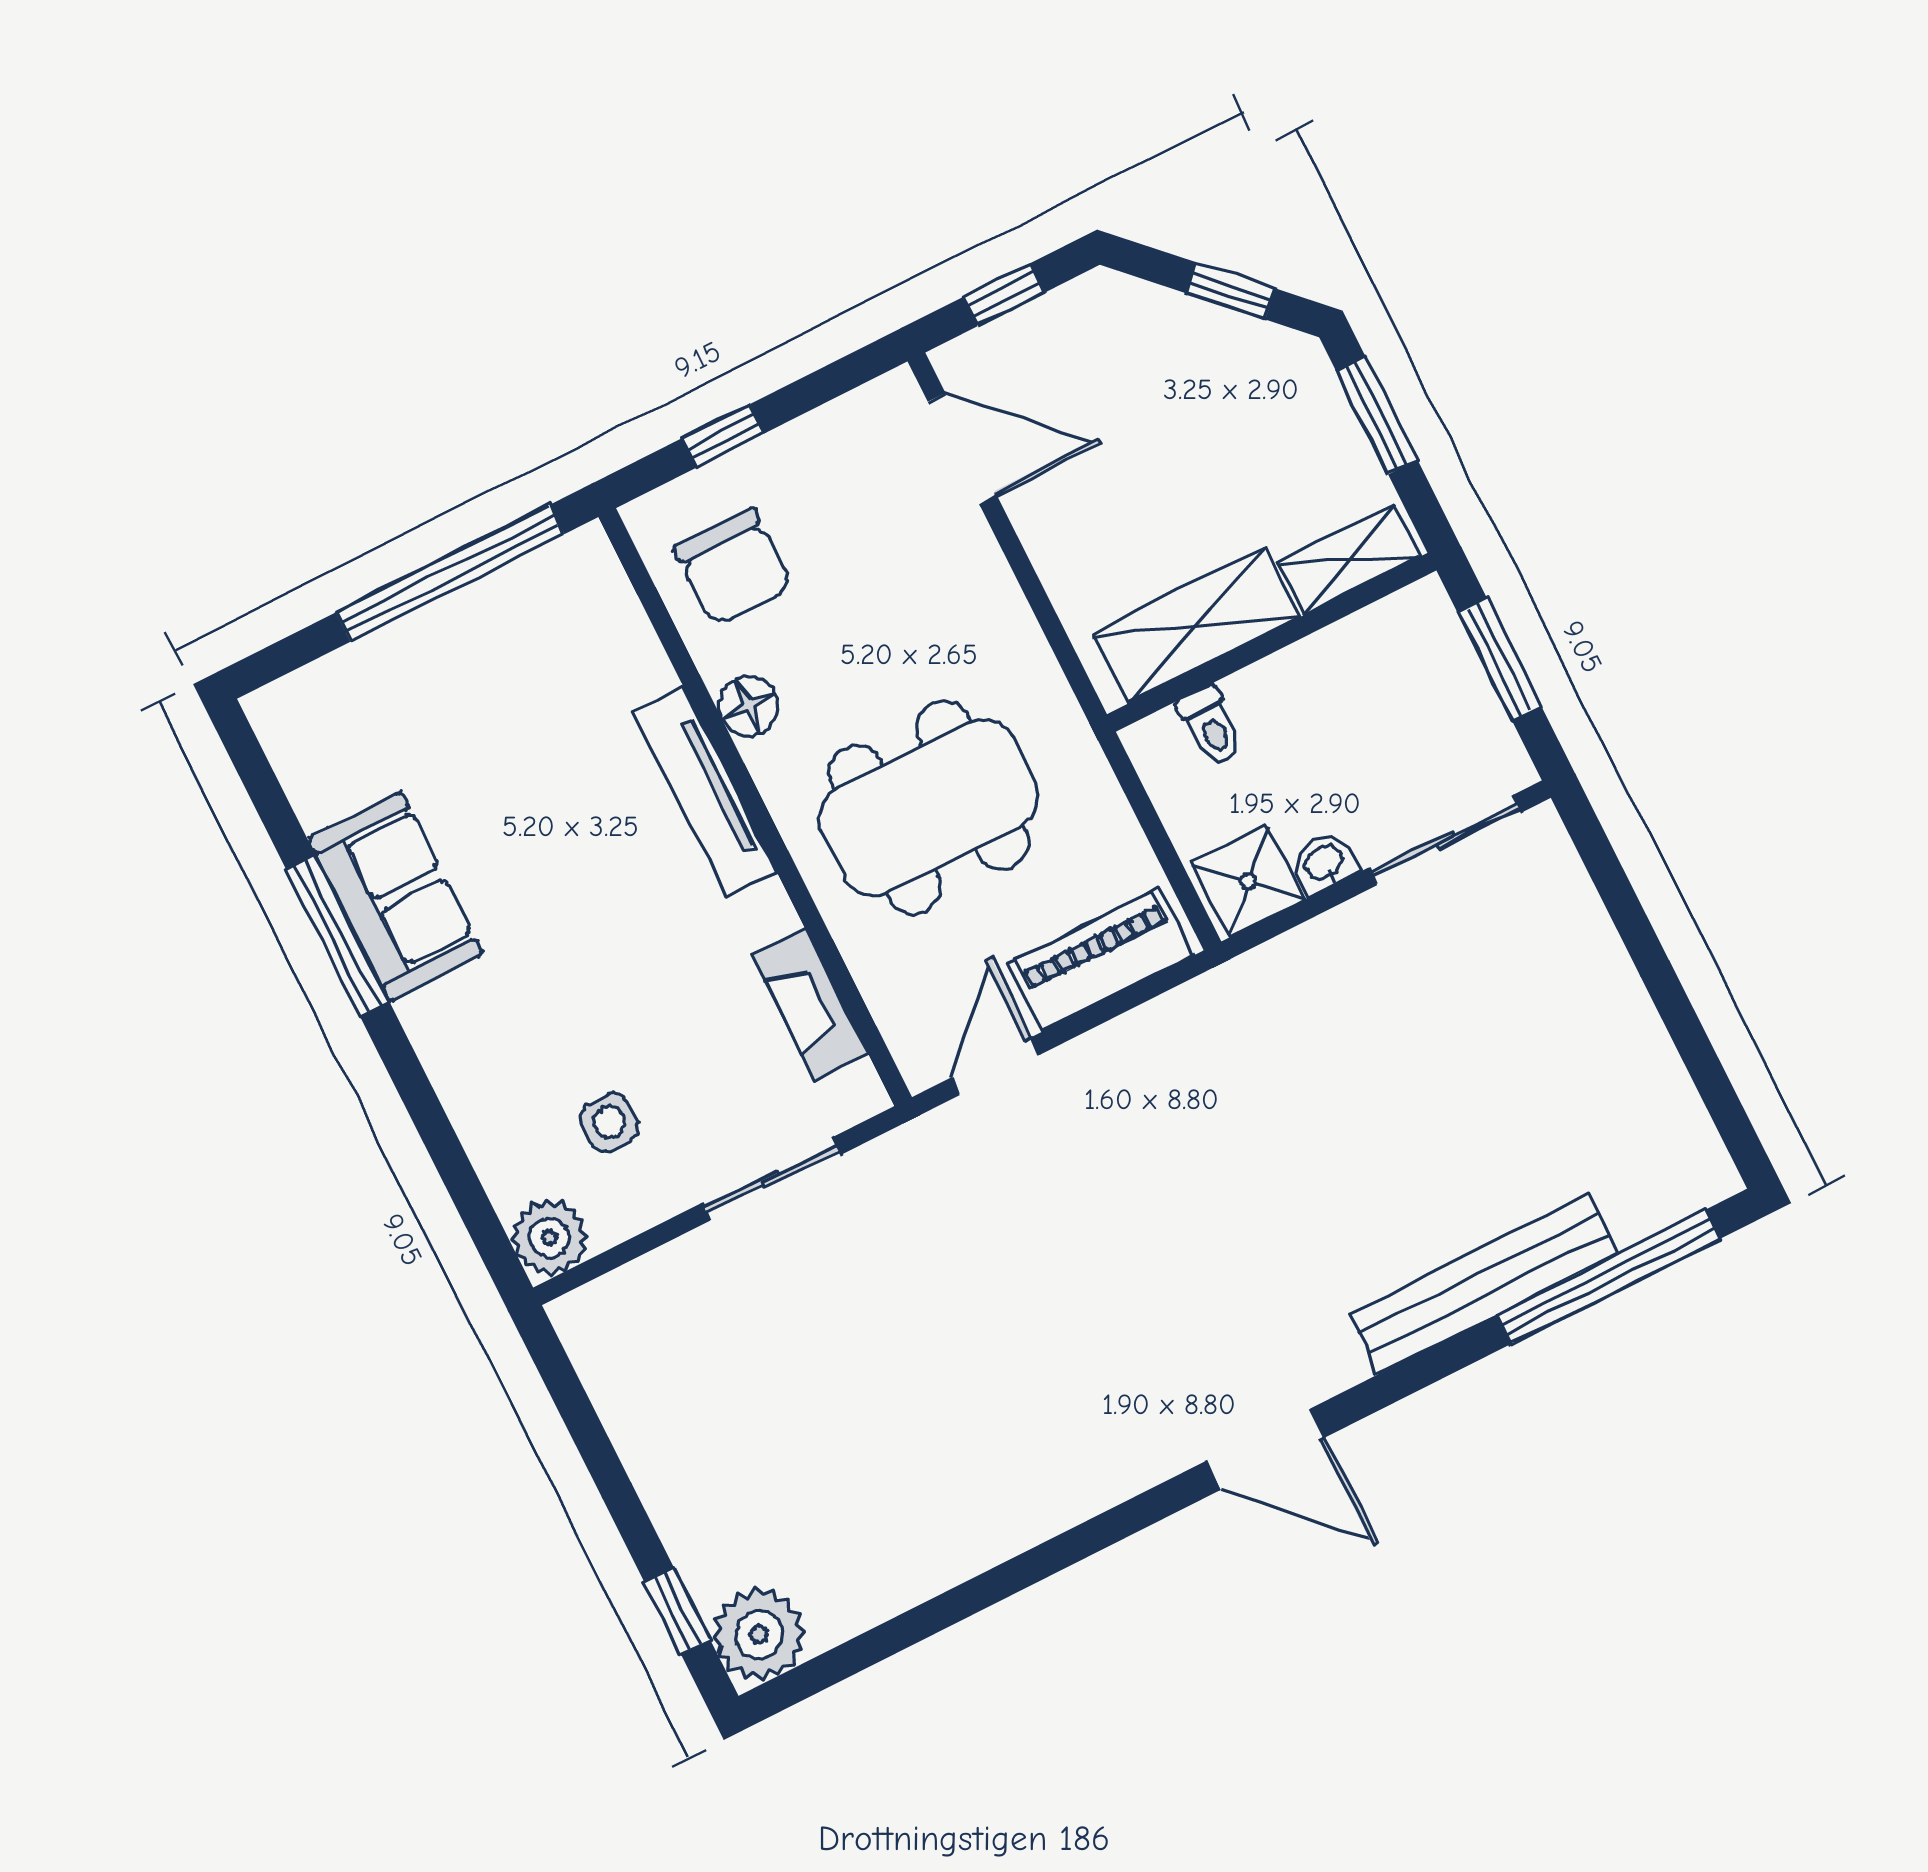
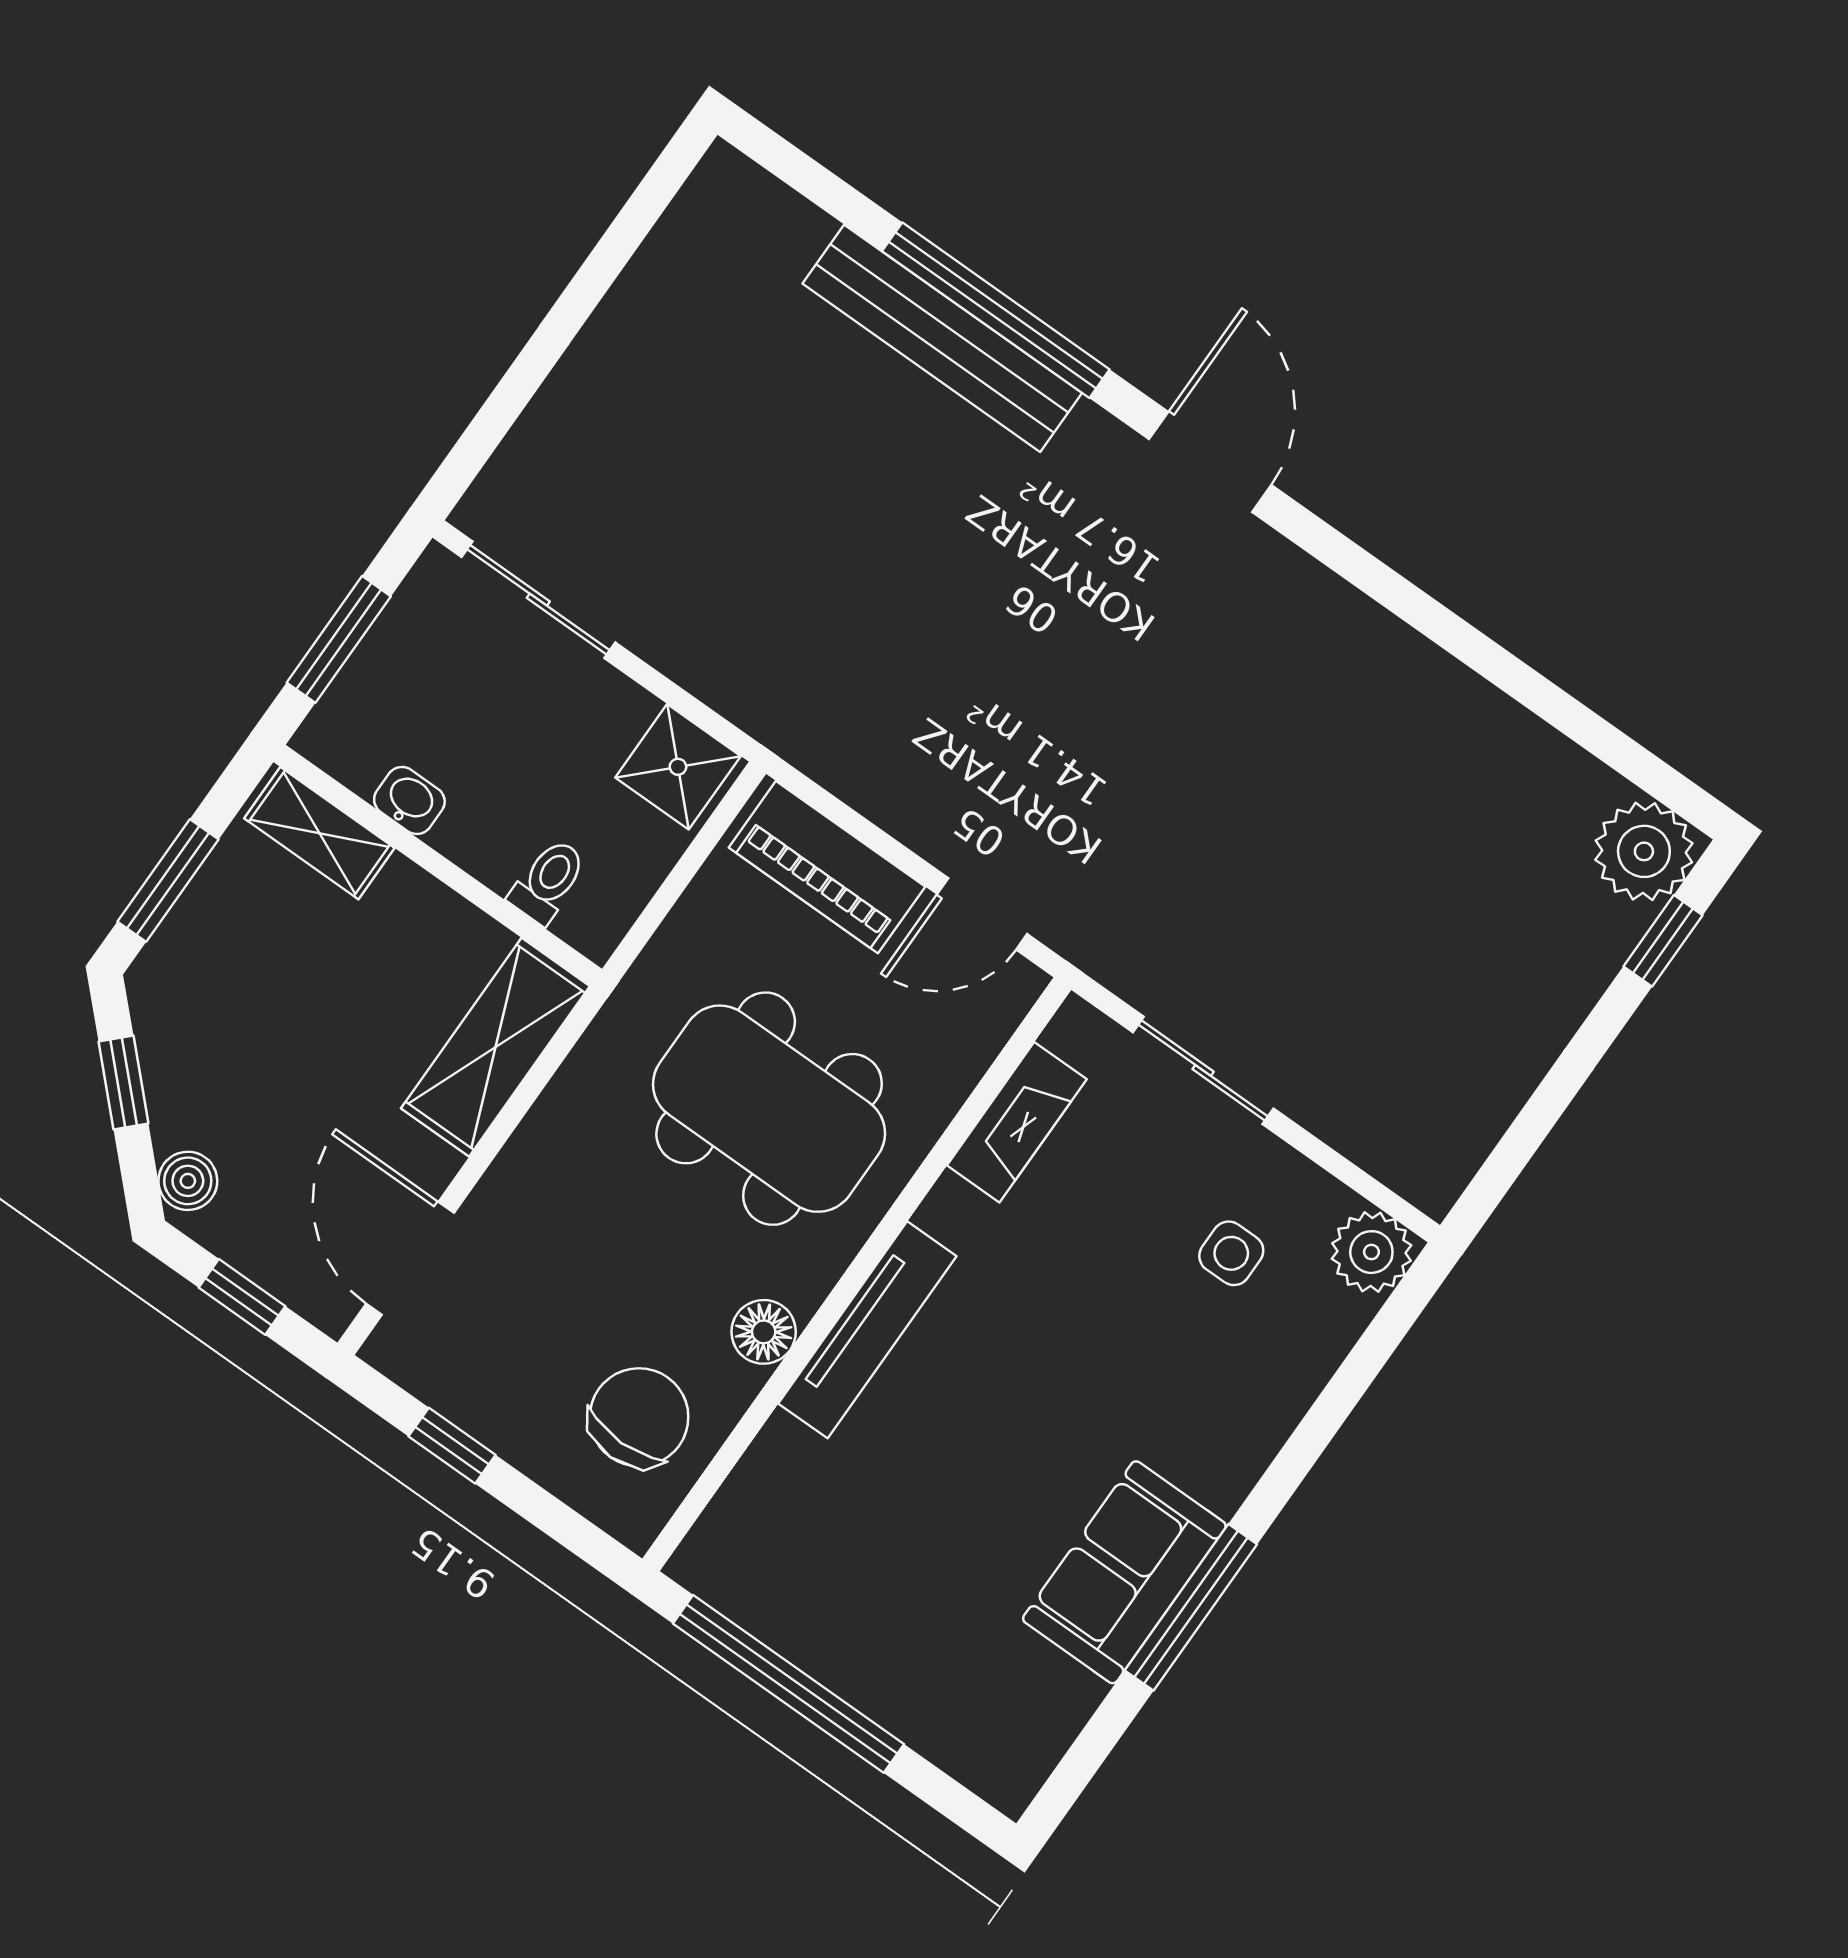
boiler: (1122, 301) -> (188, 1181), added
window: (723, 436) -> (452, 1446), moved
shelving: (1196, 626) -> (495, 1047), moved, turned 90
washbasin: (1324, 863) -> (409, 800), moved, turned 180
window: (1608, 1277) -> (996, 310), moved

